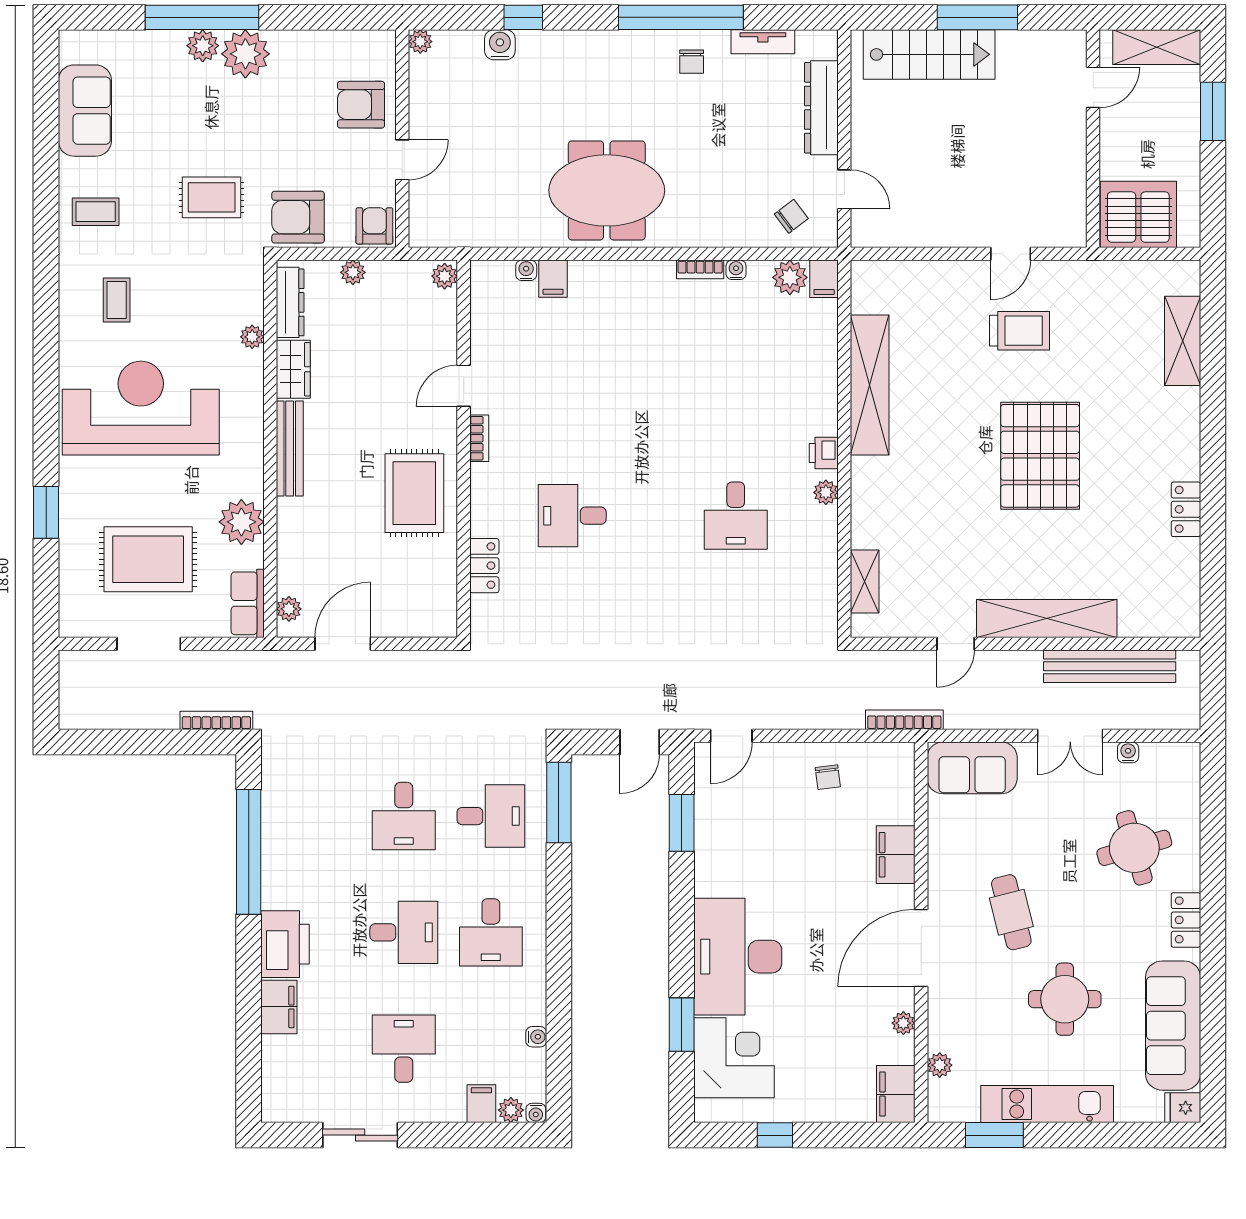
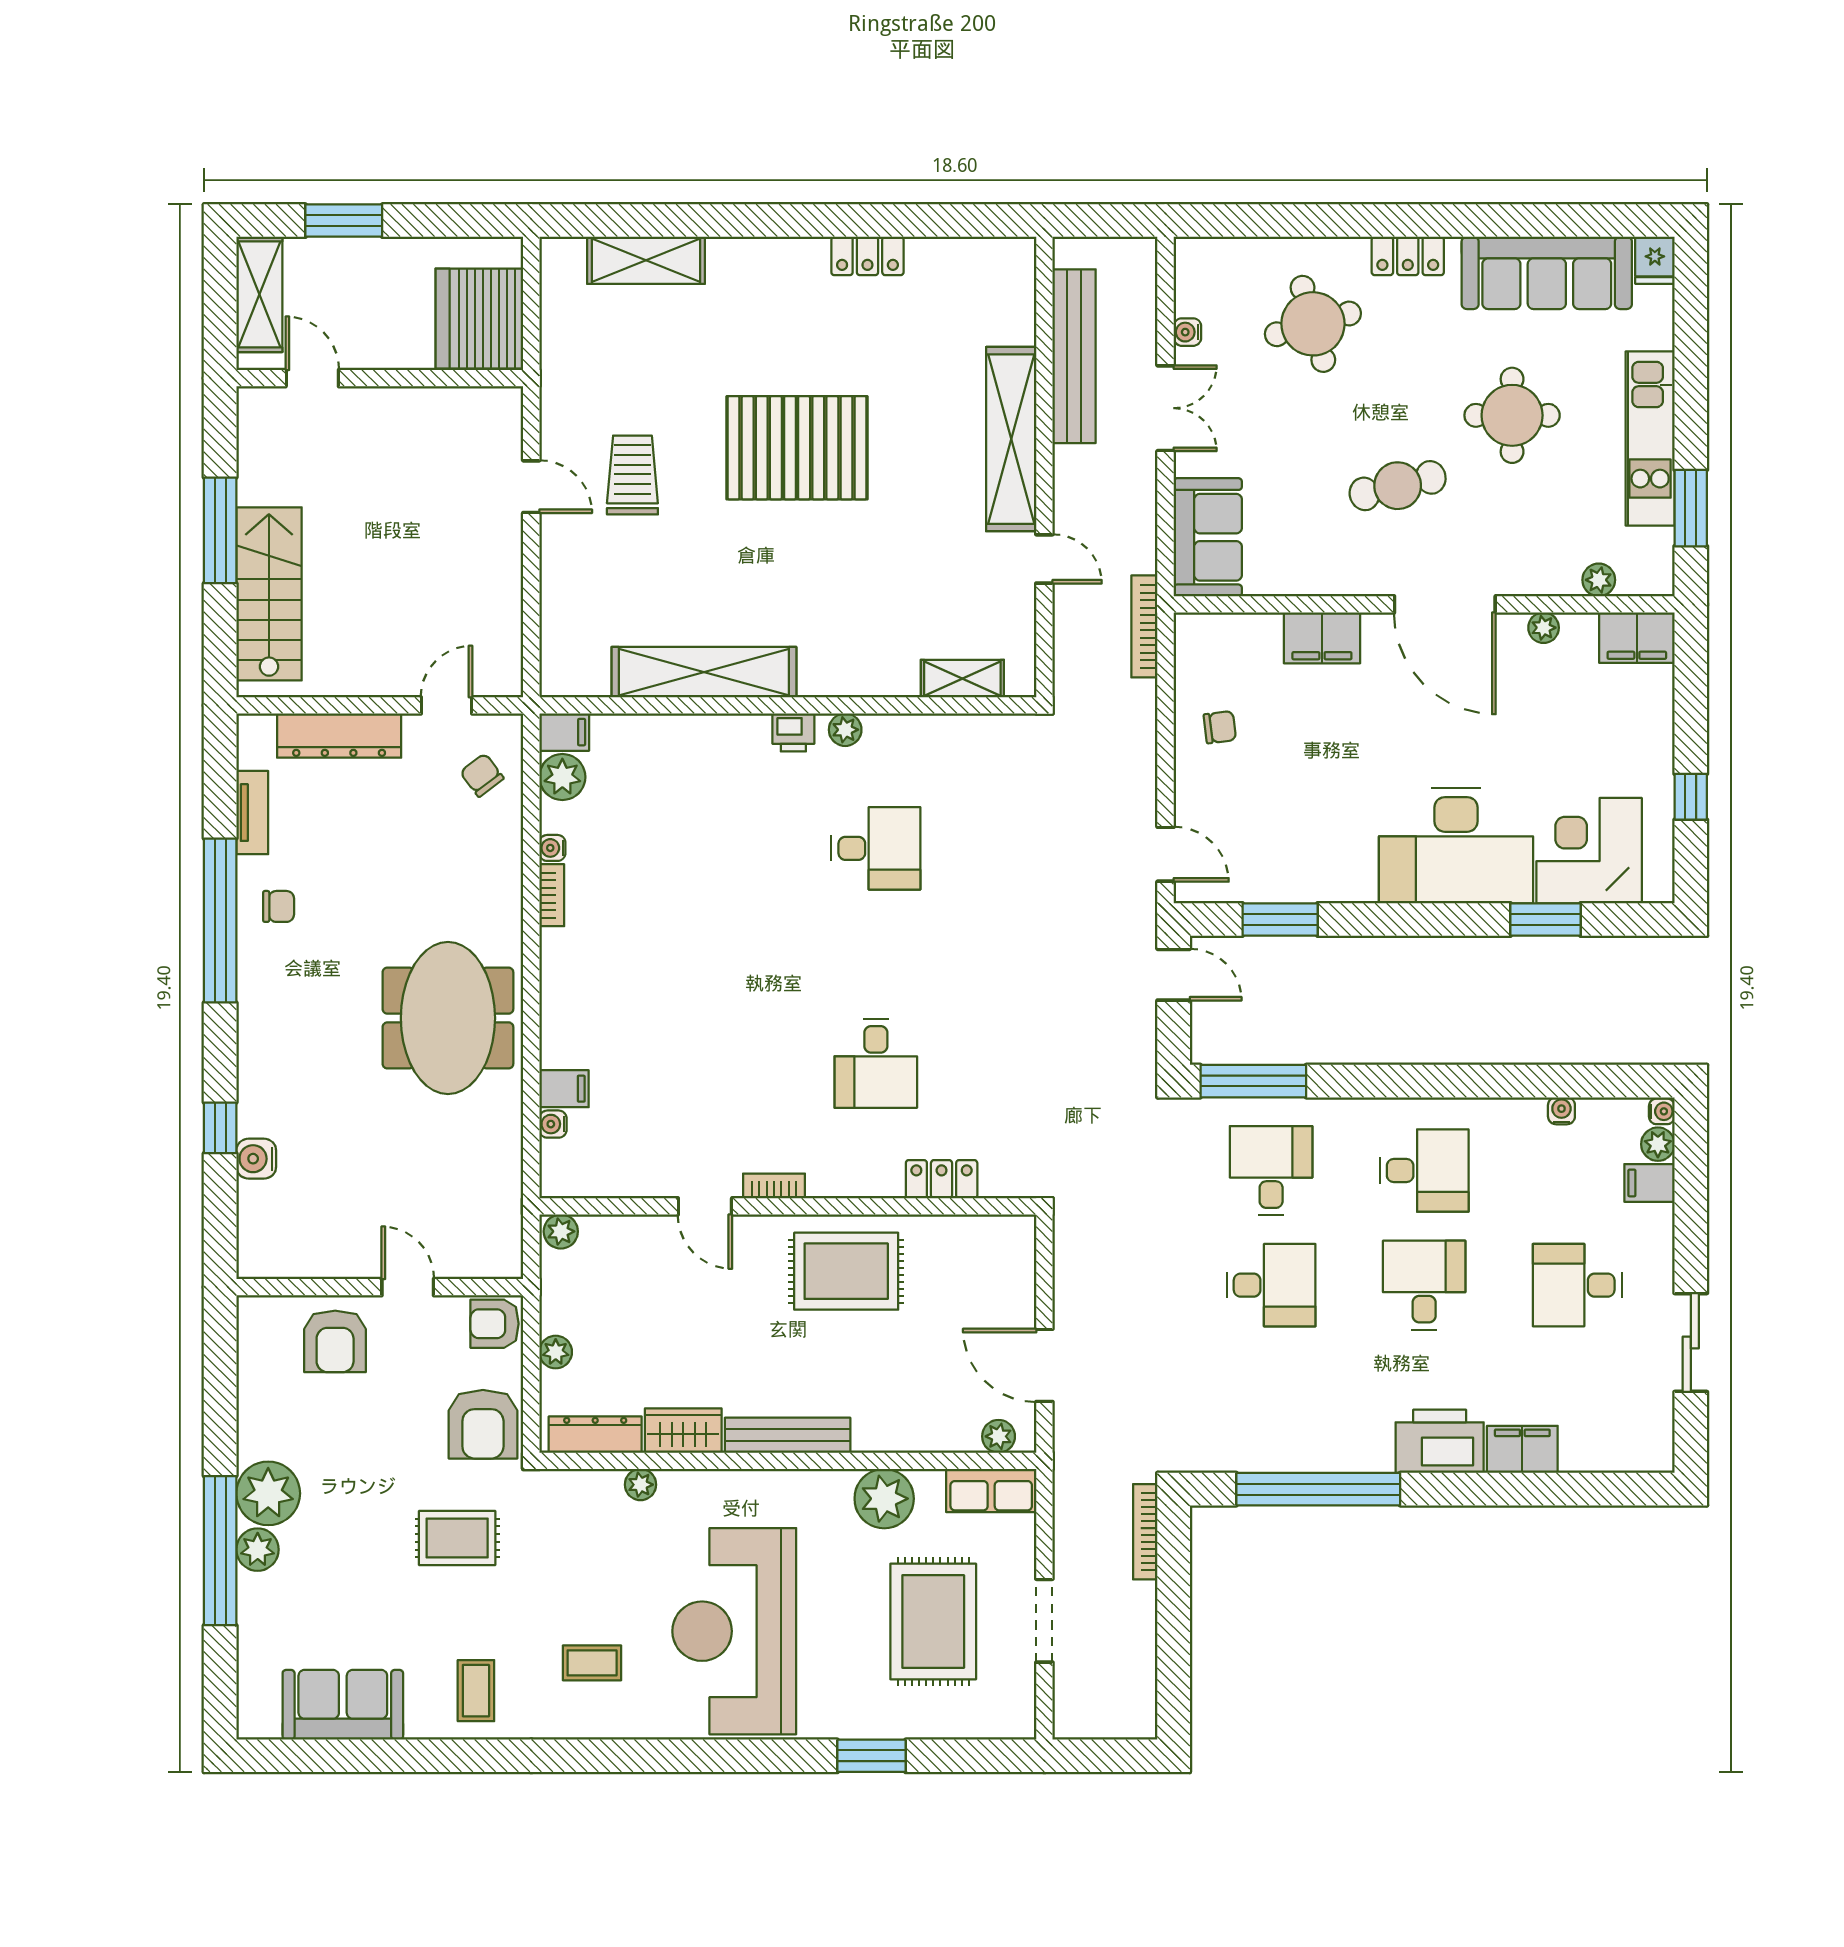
plant: (420, 42) -> (252, 1263), removed
rug: (212, 197) -> (457, 1538), turned 90

